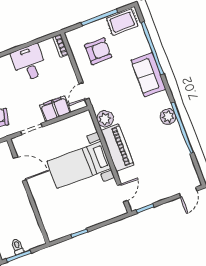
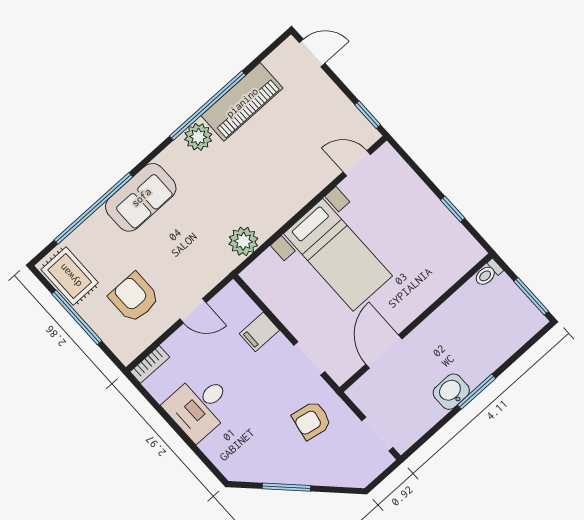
door: (84, 91) -> (193, 311), moved
filing cabinet: (55, 109) -> (259, 332), width x0.50
piano: (117, 148) -> (242, 102), moved, turned 180
toilet: (17, 247) -> (488, 273), moved

